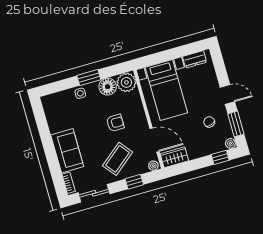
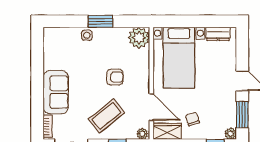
floor lamp: (108, 87) -> (118, 37), removed
chair: (209, 122) -> (192, 119), moved

